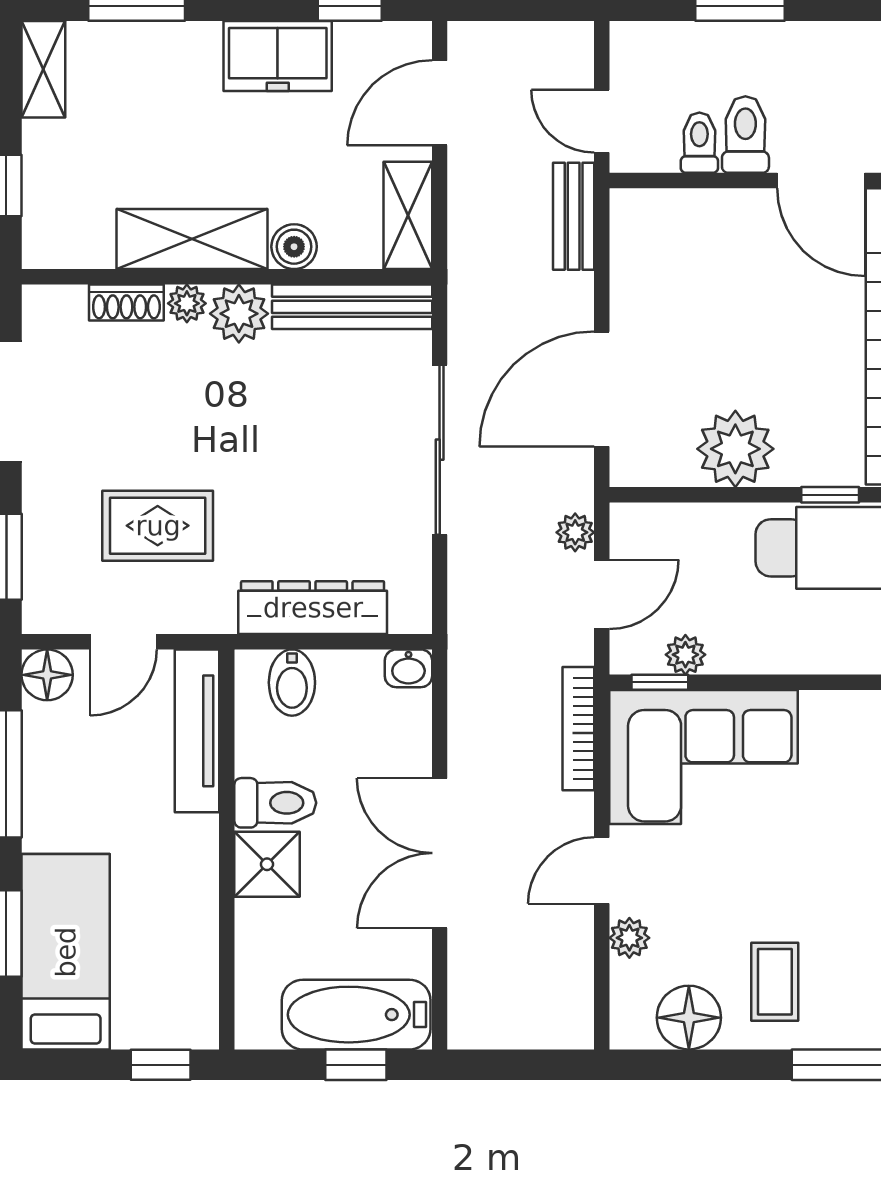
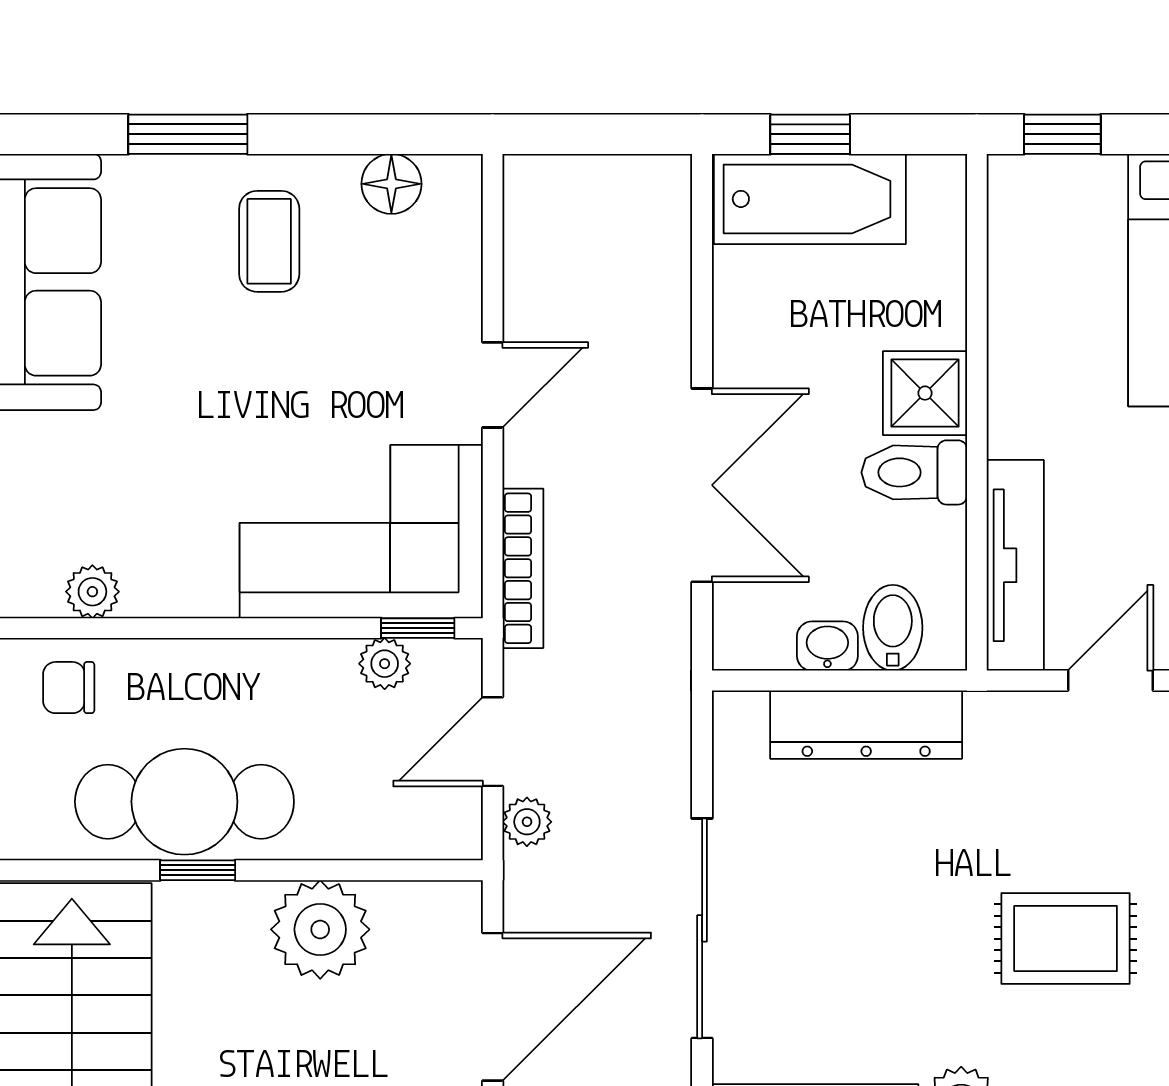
rug: (158, 526) -> (1066, 939), moved
washbasin: (408, 668) -> (827, 646), moved
double door: (440, 853) -> (702, 485), moved
plant: (629, 938) -> (457, 298), removed
floor lamp: (689, 1018) -> (391, 184), width x0.73, depth x0.73

